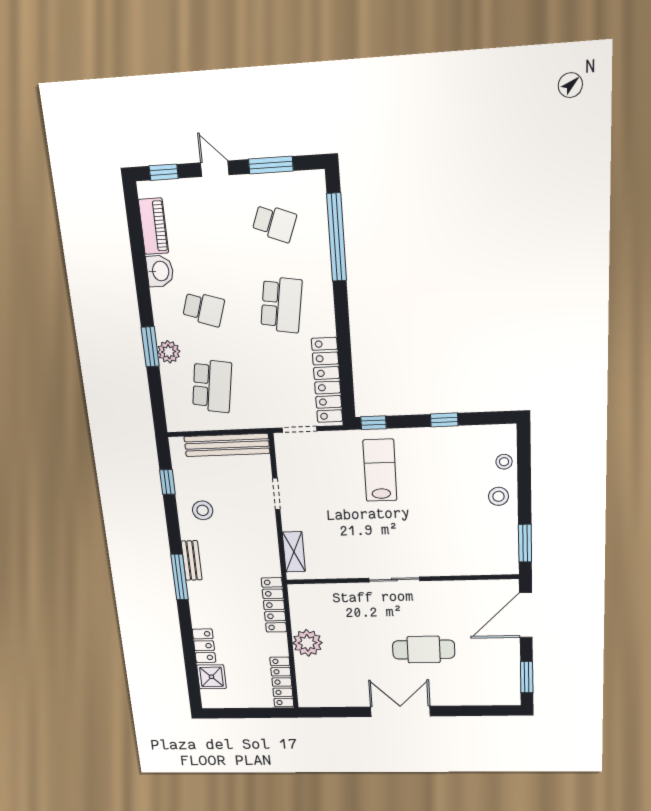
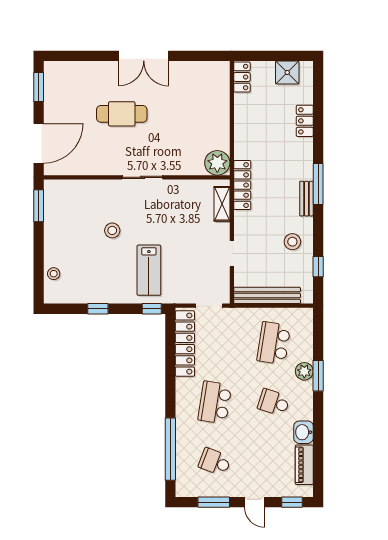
stool: (499, 496) -> (112, 230), moved
locker: (274, 605) -> (242, 185), moved
plant: (307, 643) -> (217, 163), moved
shower: (211, 677) -> (287, 72), moved
locker: (282, 682) -> (242, 77), width x0.66

